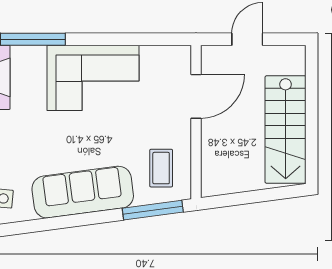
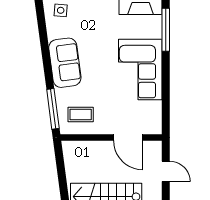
sofa: (83, 192) -> (65, 63), width x0.73

